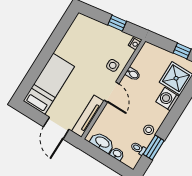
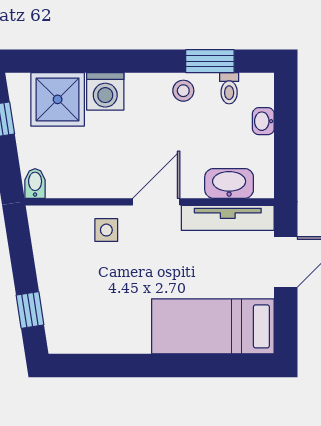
window: (117, 23) -> (30, 310), moved
nightstand: (135, 44) -> (42, 215), removed
bidet: (133, 74) -> (35, 183), moved
washbasin: (102, 142) -> (229, 183), moved, turned 90

